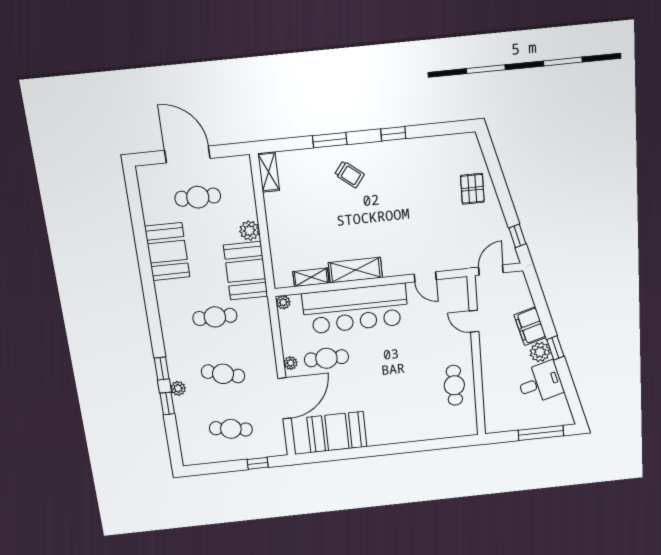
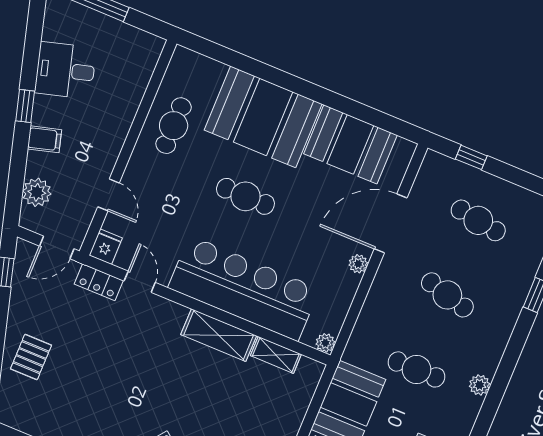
locker: (452, 262) -> (99, 282), added
fridge: (459, 288) -> (106, 247), added
filing cabinet: (530, 326) -> (45, 139), width x0.50
plant: (540, 352) -> (37, 192), moved
cafe table: (326, 358) -> (245, 196), moved
window: (162, 369) -> (517, 342), removed
plant: (178, 388) -> (480, 385), moved
booth: (401, 420) -> (263, 117), added

